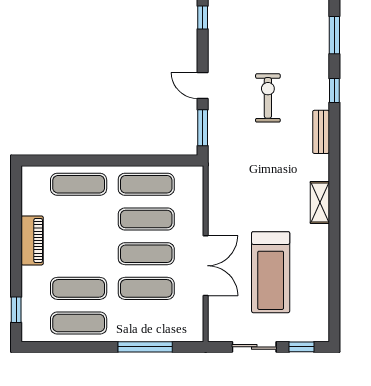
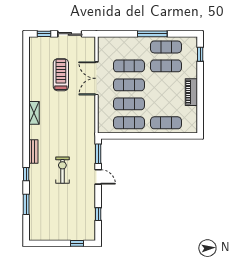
exercise bike: (268, 98) -> (62, 170), turned 180
treadmill: (271, 272) -> (61, 75), width x0.73, depth x0.73
window: (145, 347) -> (152, 34), moved

